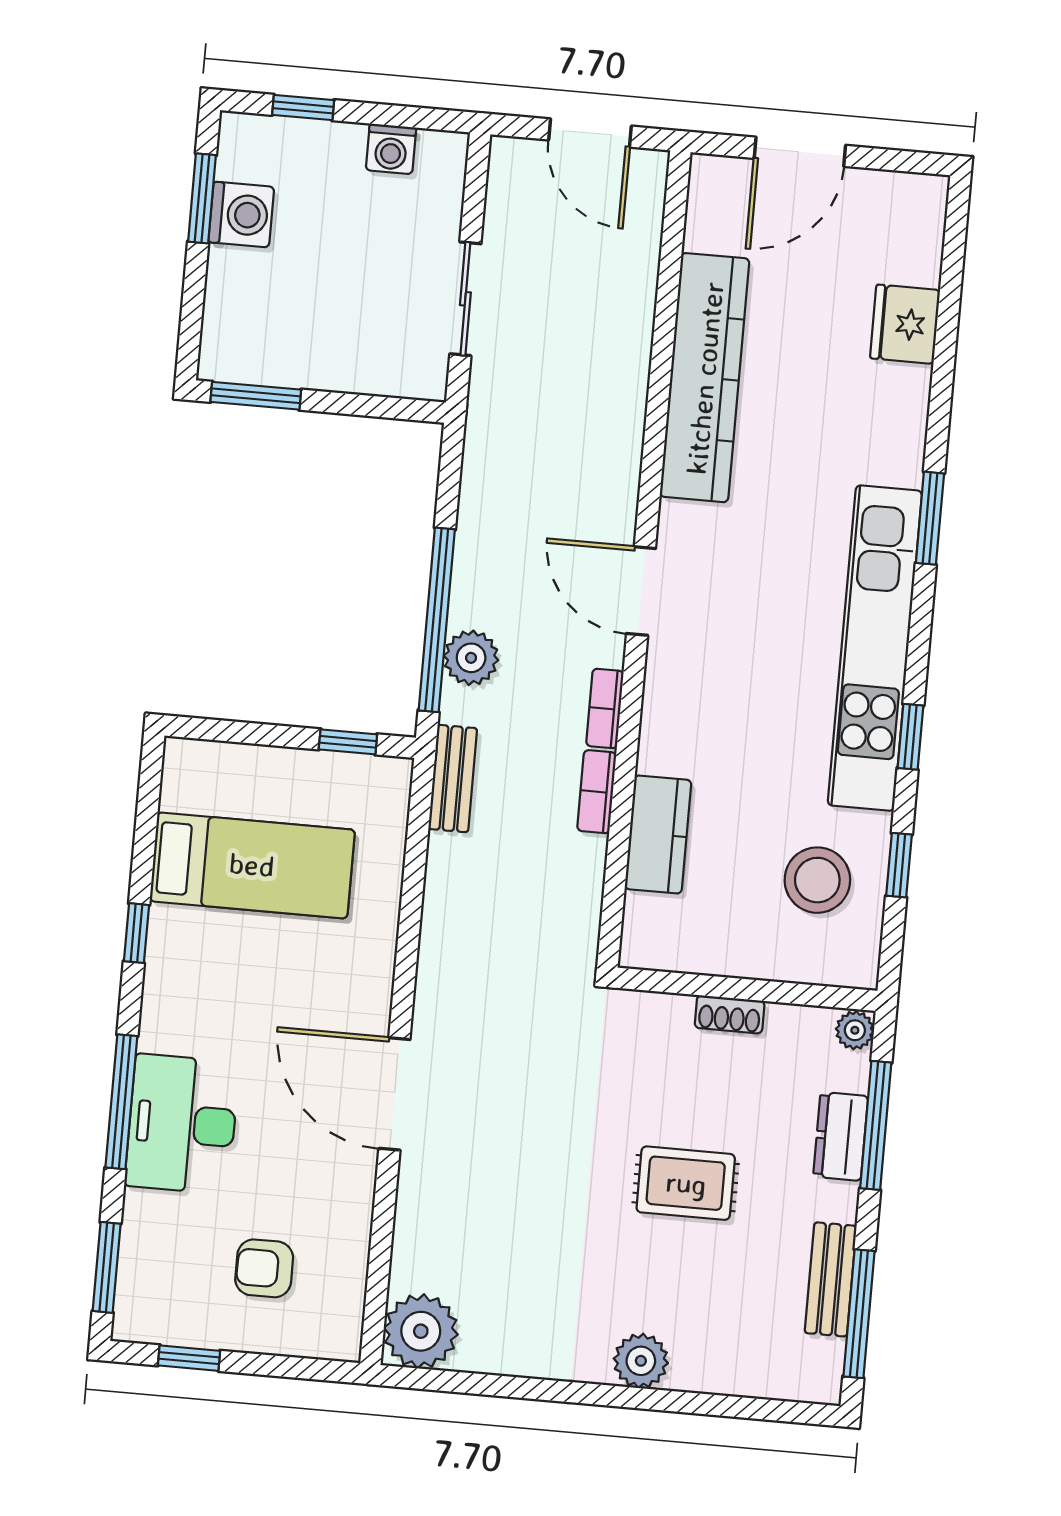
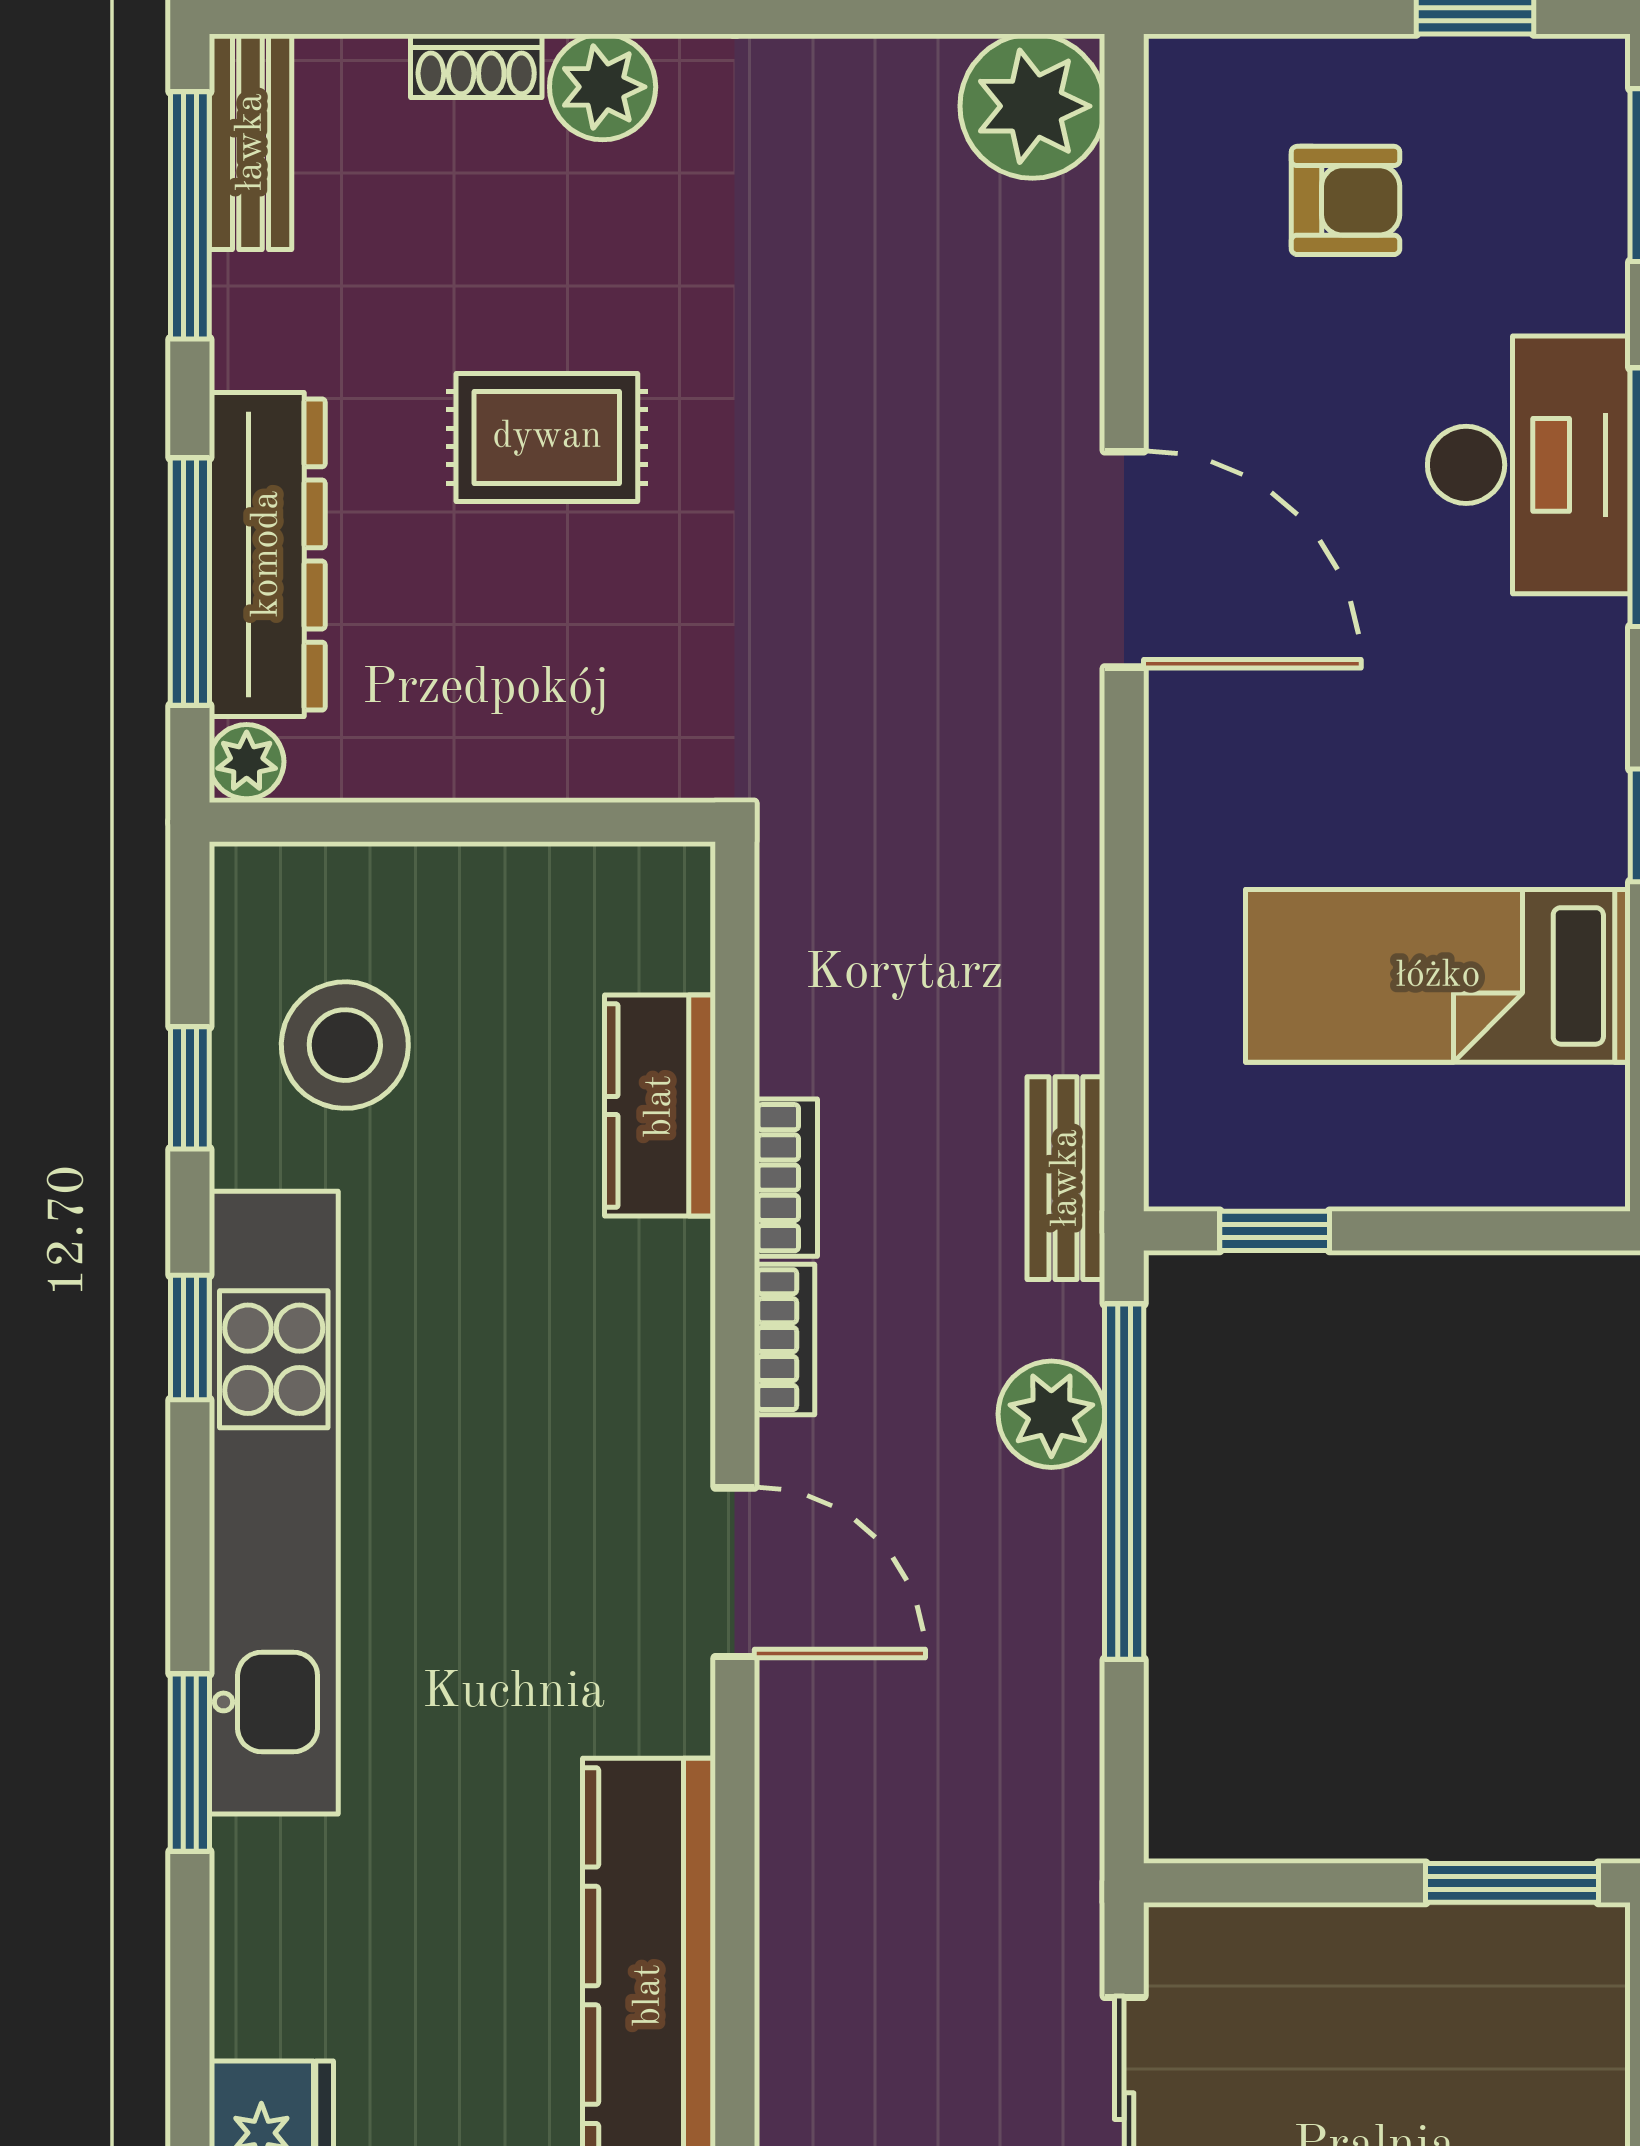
shoe rack: (730, 1014) -> (476, 66), moved, turned 180
dresser: (841, 1136) -> (267, 554), width x1.96, depth x1.24
bench: (831, 1279) -> (251, 142), moved

